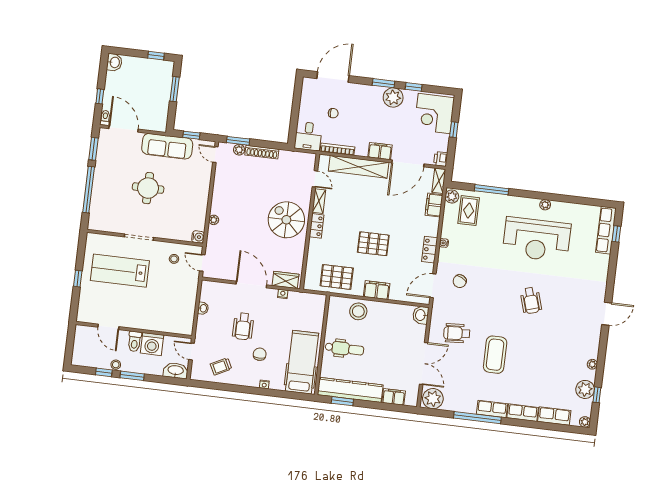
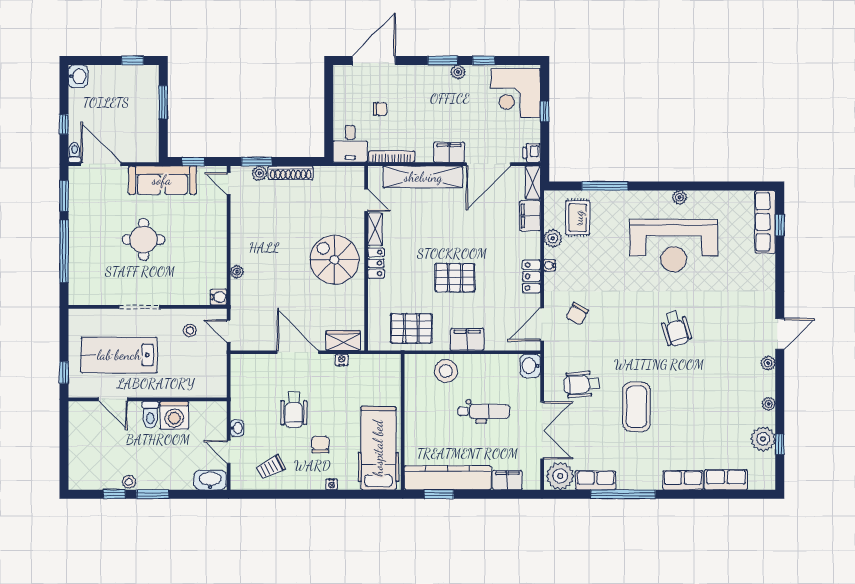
plant: (393, 97) -> (458, 72), width x0.53, depth x0.53
plant: (452, 197) -> (553, 238), moved
washbasin: (203, 308) -> (237, 428), moved
door: (108, 327) -> (113, 399), moved
wall: (134, 330) -> (148, 399), moved
toilet: (135, 341) -> (150, 415), moved
washing machine: (152, 344) -> (174, 415), moved
dental chair: (344, 349) -> (484, 411), moved
row of seats: (492, 409) -> (596, 480), moved
plant: (585, 422) -> (768, 363), moved

